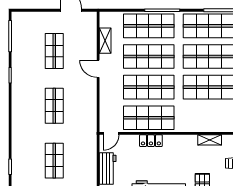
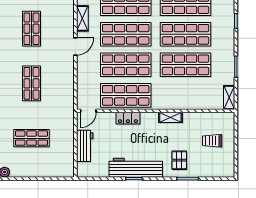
door: (98, 69) -> (75, 46), swing flipped
shelving: (210, 140) -> (170, 117), moved
shop shelf: (54, 161) -> (31, 138), turned 90

